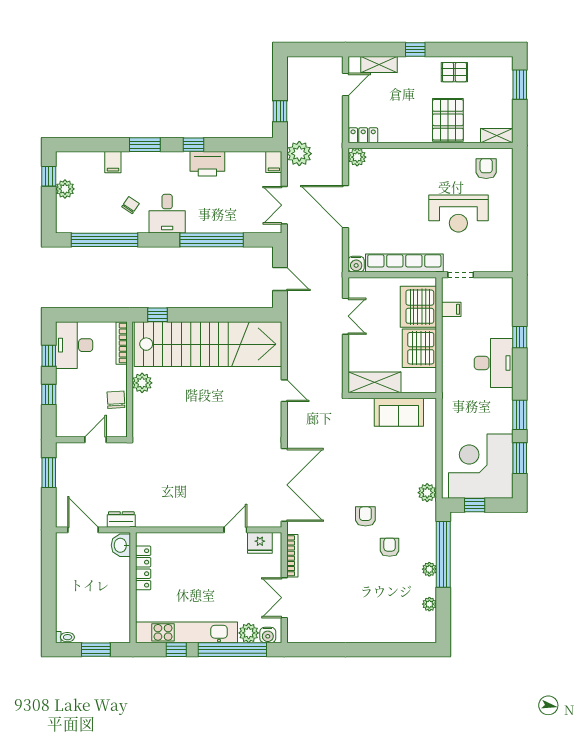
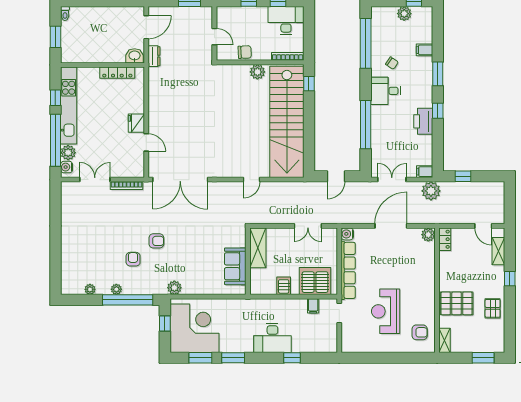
server rack: (419, 348) -> (284, 286), width x0.46, depth x0.70
fridge: (260, 543) -> (136, 123), moved
armchair: (390, 547) -> (133, 259), turned -90

